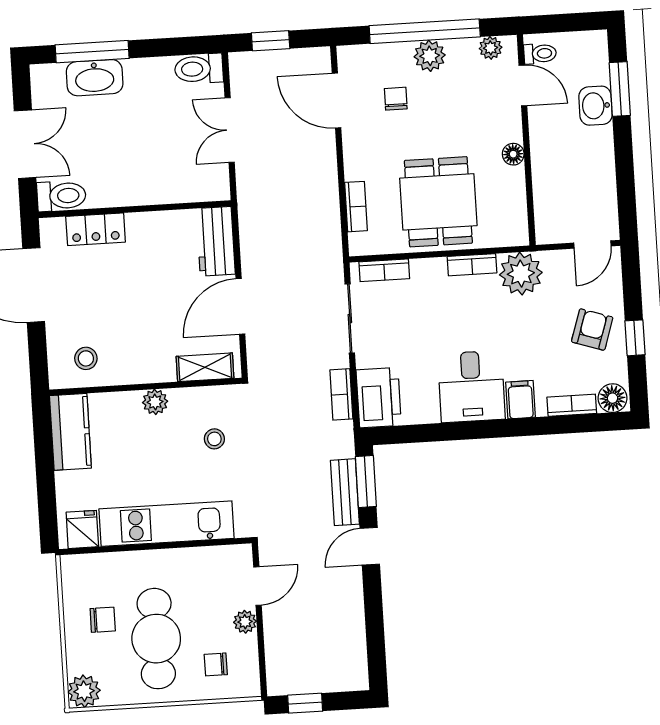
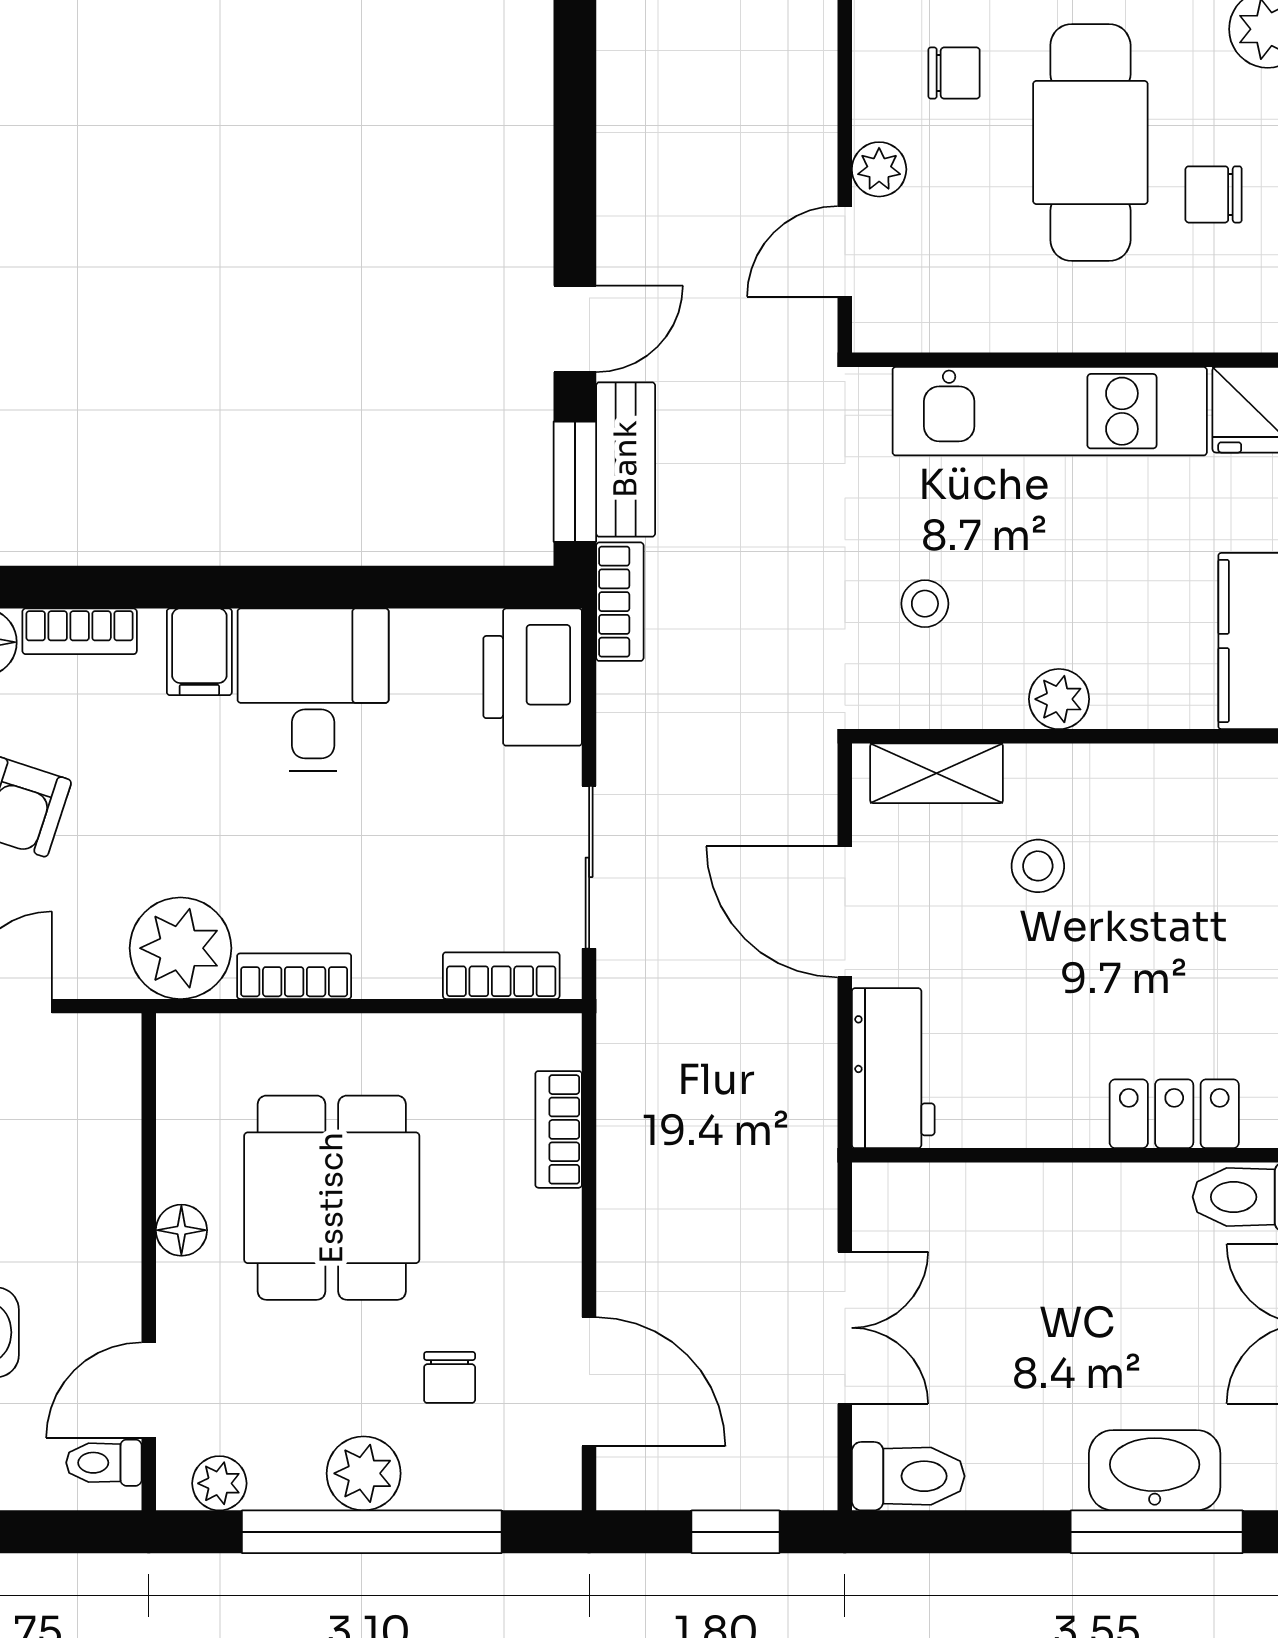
door: (523, 85) -> (149, 1390), hinge flipped
dining table: (438, 202) -> (332, 1198), moved
door: (240, 306) -> (845, 912), swing flipped
stool: (86, 358) -> (1038, 866), moved
bookcase: (341, 394) -> (620, 602), moved

